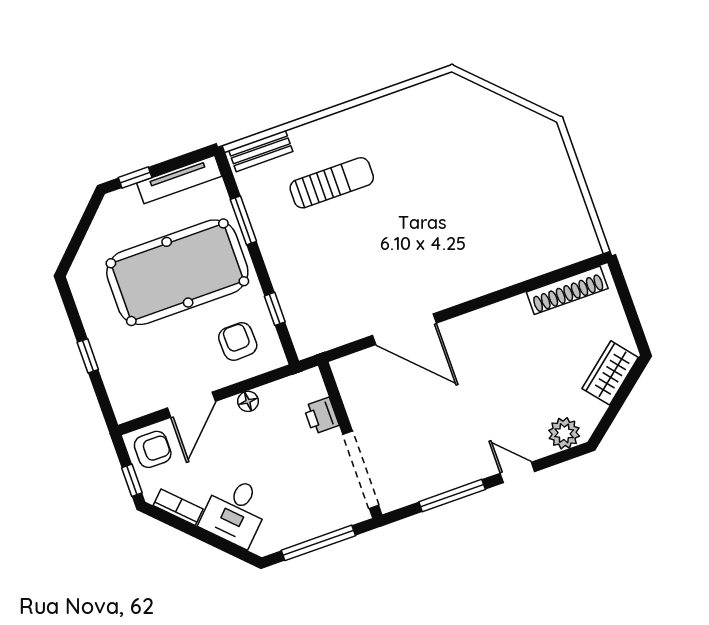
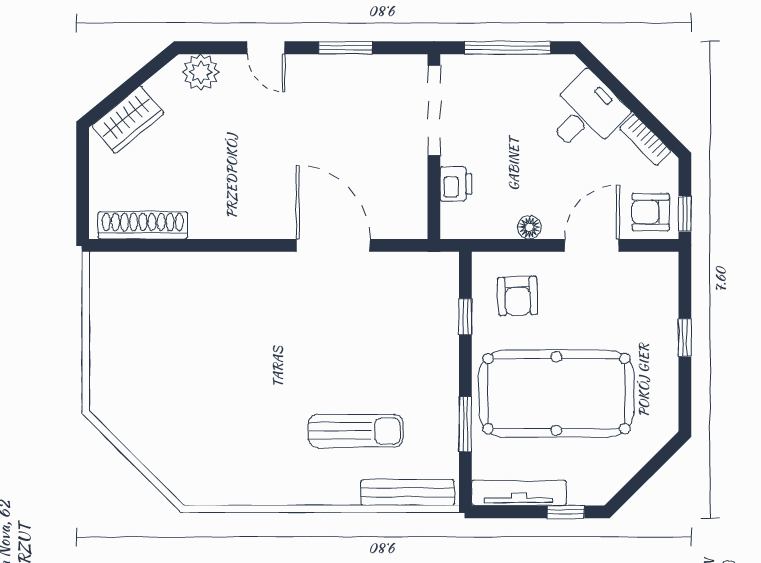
bench: (261, 151) -> (408, 493), width x1.36
sun lounger: (332, 183) -> (356, 431), turned 180
window: (132, 480) -> (685, 214), moved
window: (452, 496) -> (345, 48), width x0.69

